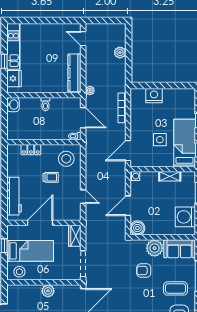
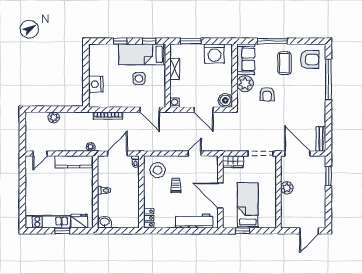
locker: (31, 150) -> (149, 218), moved
stool: (19, 272) -> (268, 216), removed

